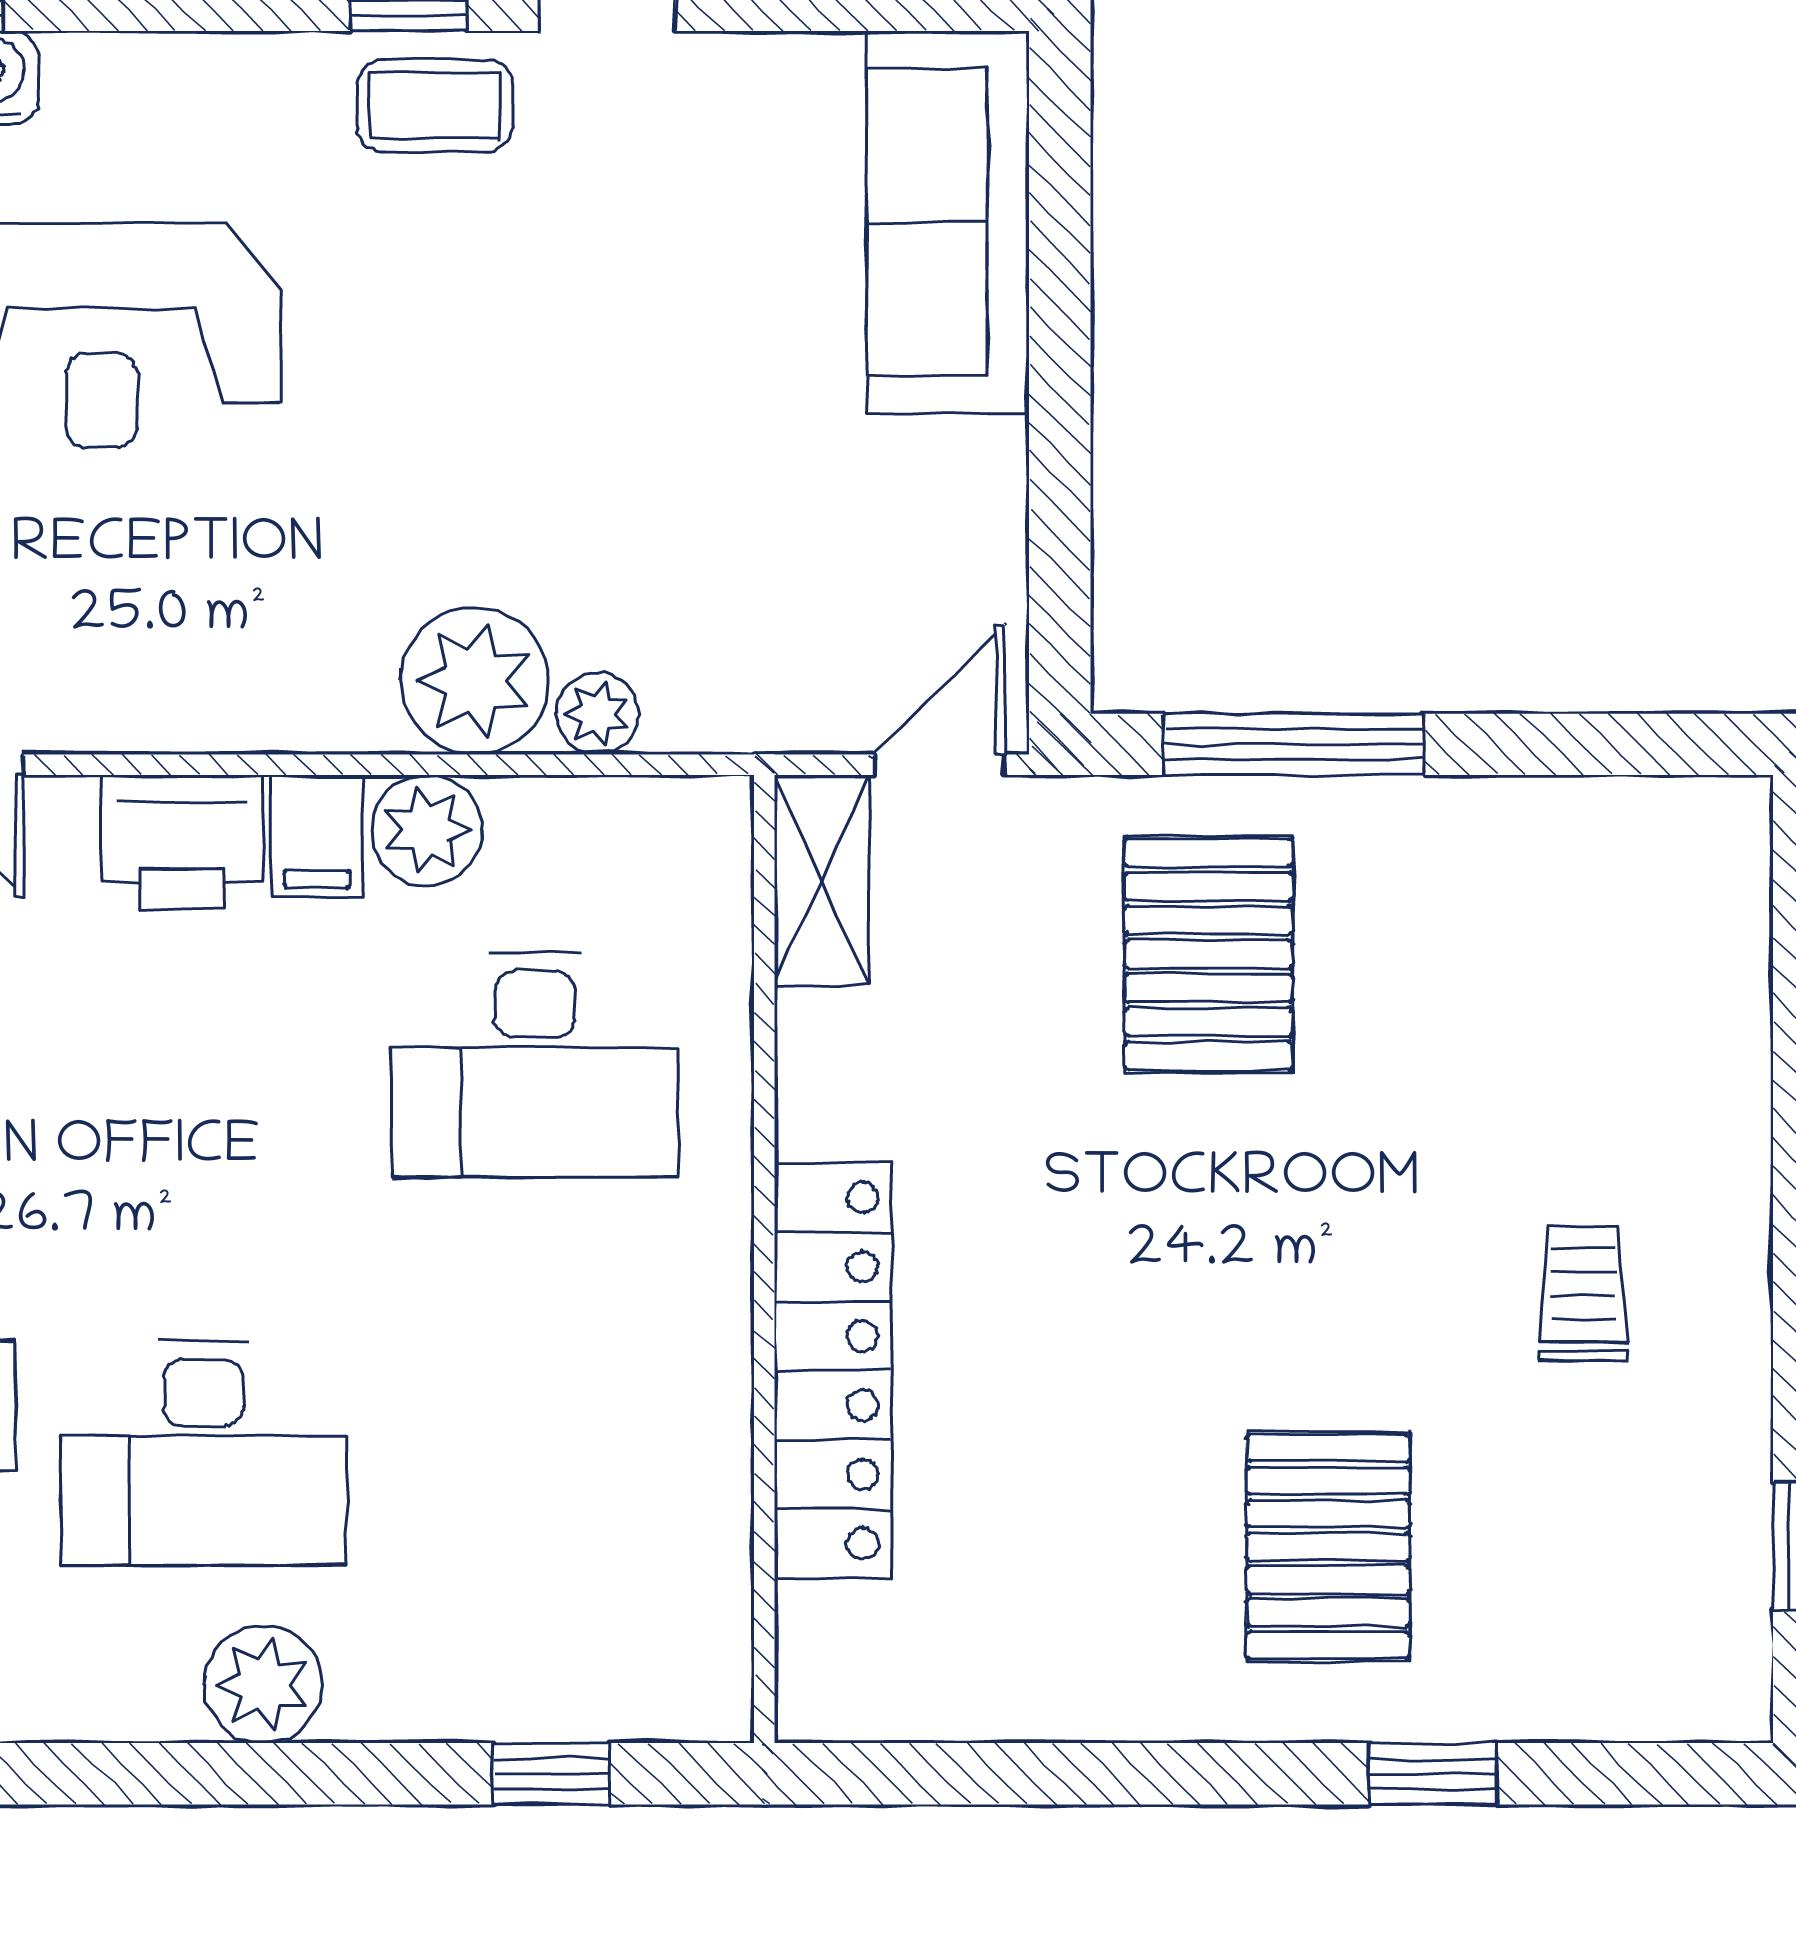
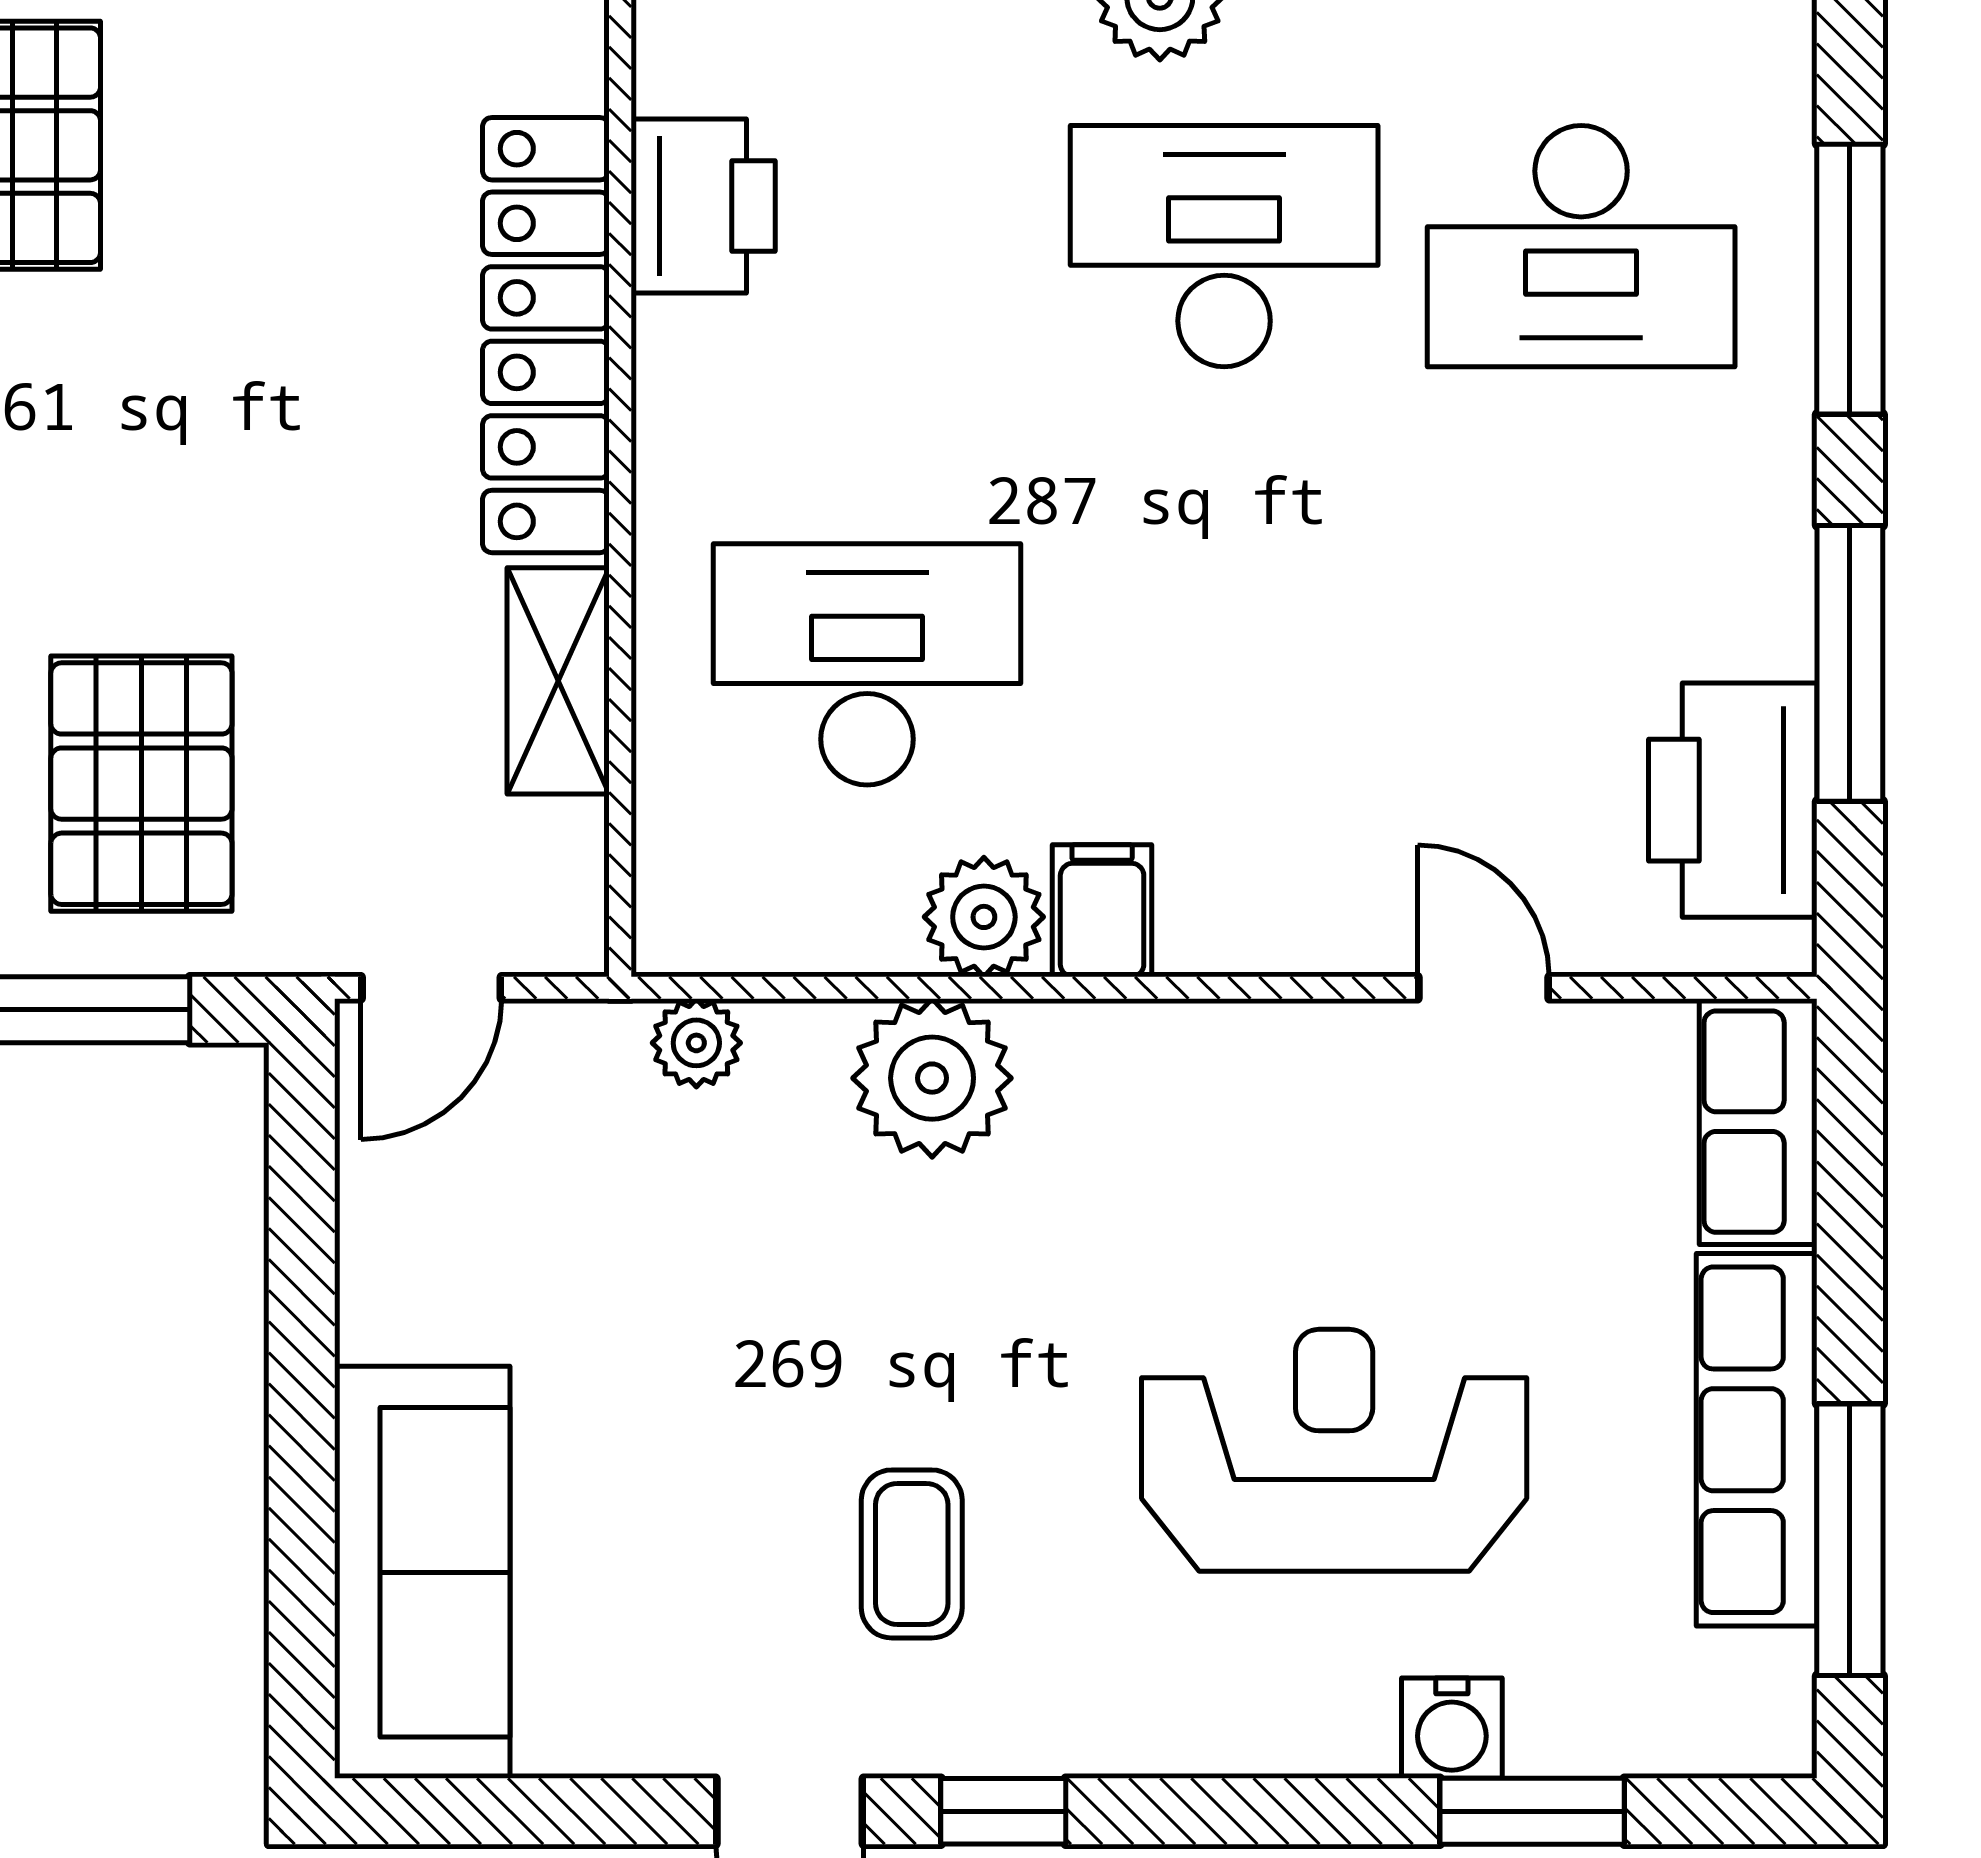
coffee table: (435, 105) -> (912, 1554), moved, turned 90
plant: (598, 714) -> (696, 1043), moved
printer: (182, 842) -> (703, 206), moved, turned 90
shelving: (822, 880) -> (558, 681), moved

